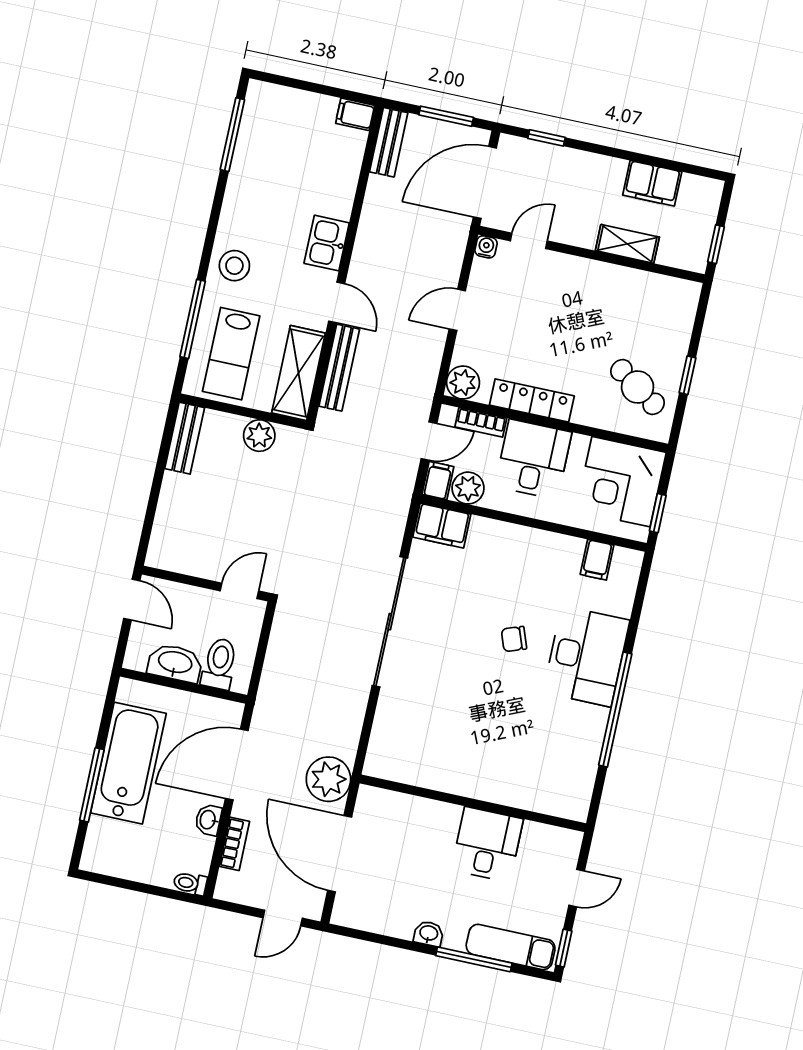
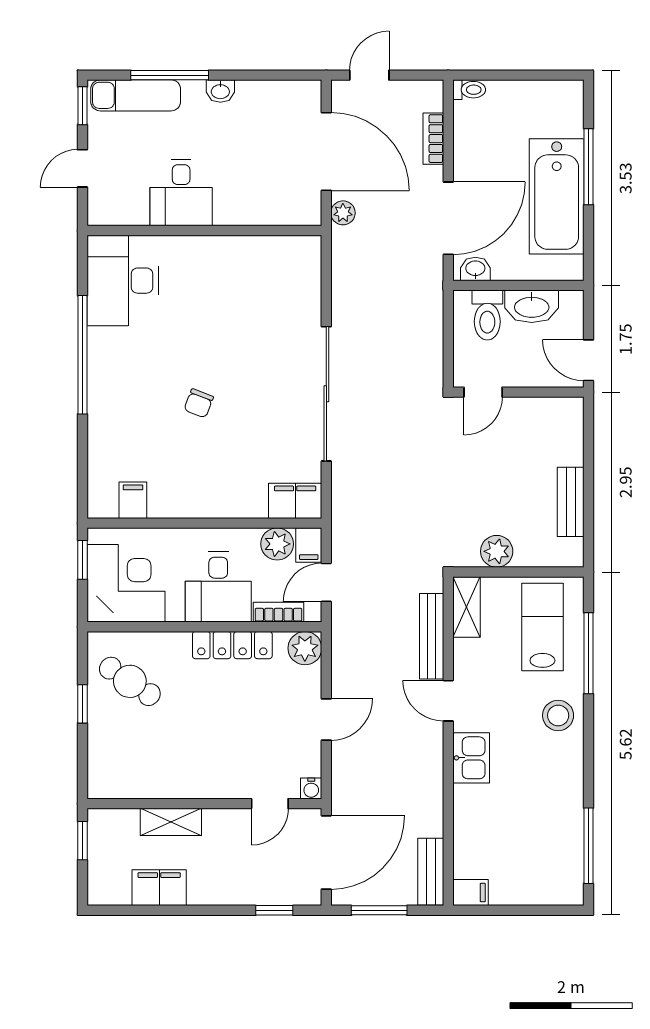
shelving: (298, 373) -> (467, 607), width x0.67, depth x0.75
bench: (185, 438) -> (571, 502), moved
chair: (514, 639) -> (199, 403), turned 131
desk: (586, 656) -> (123, 281), moved
plant: (328, 779) -> (343, 213), width x0.53, depth x0.53
washbasin: (208, 820) -> (475, 269), moved, turned -90

